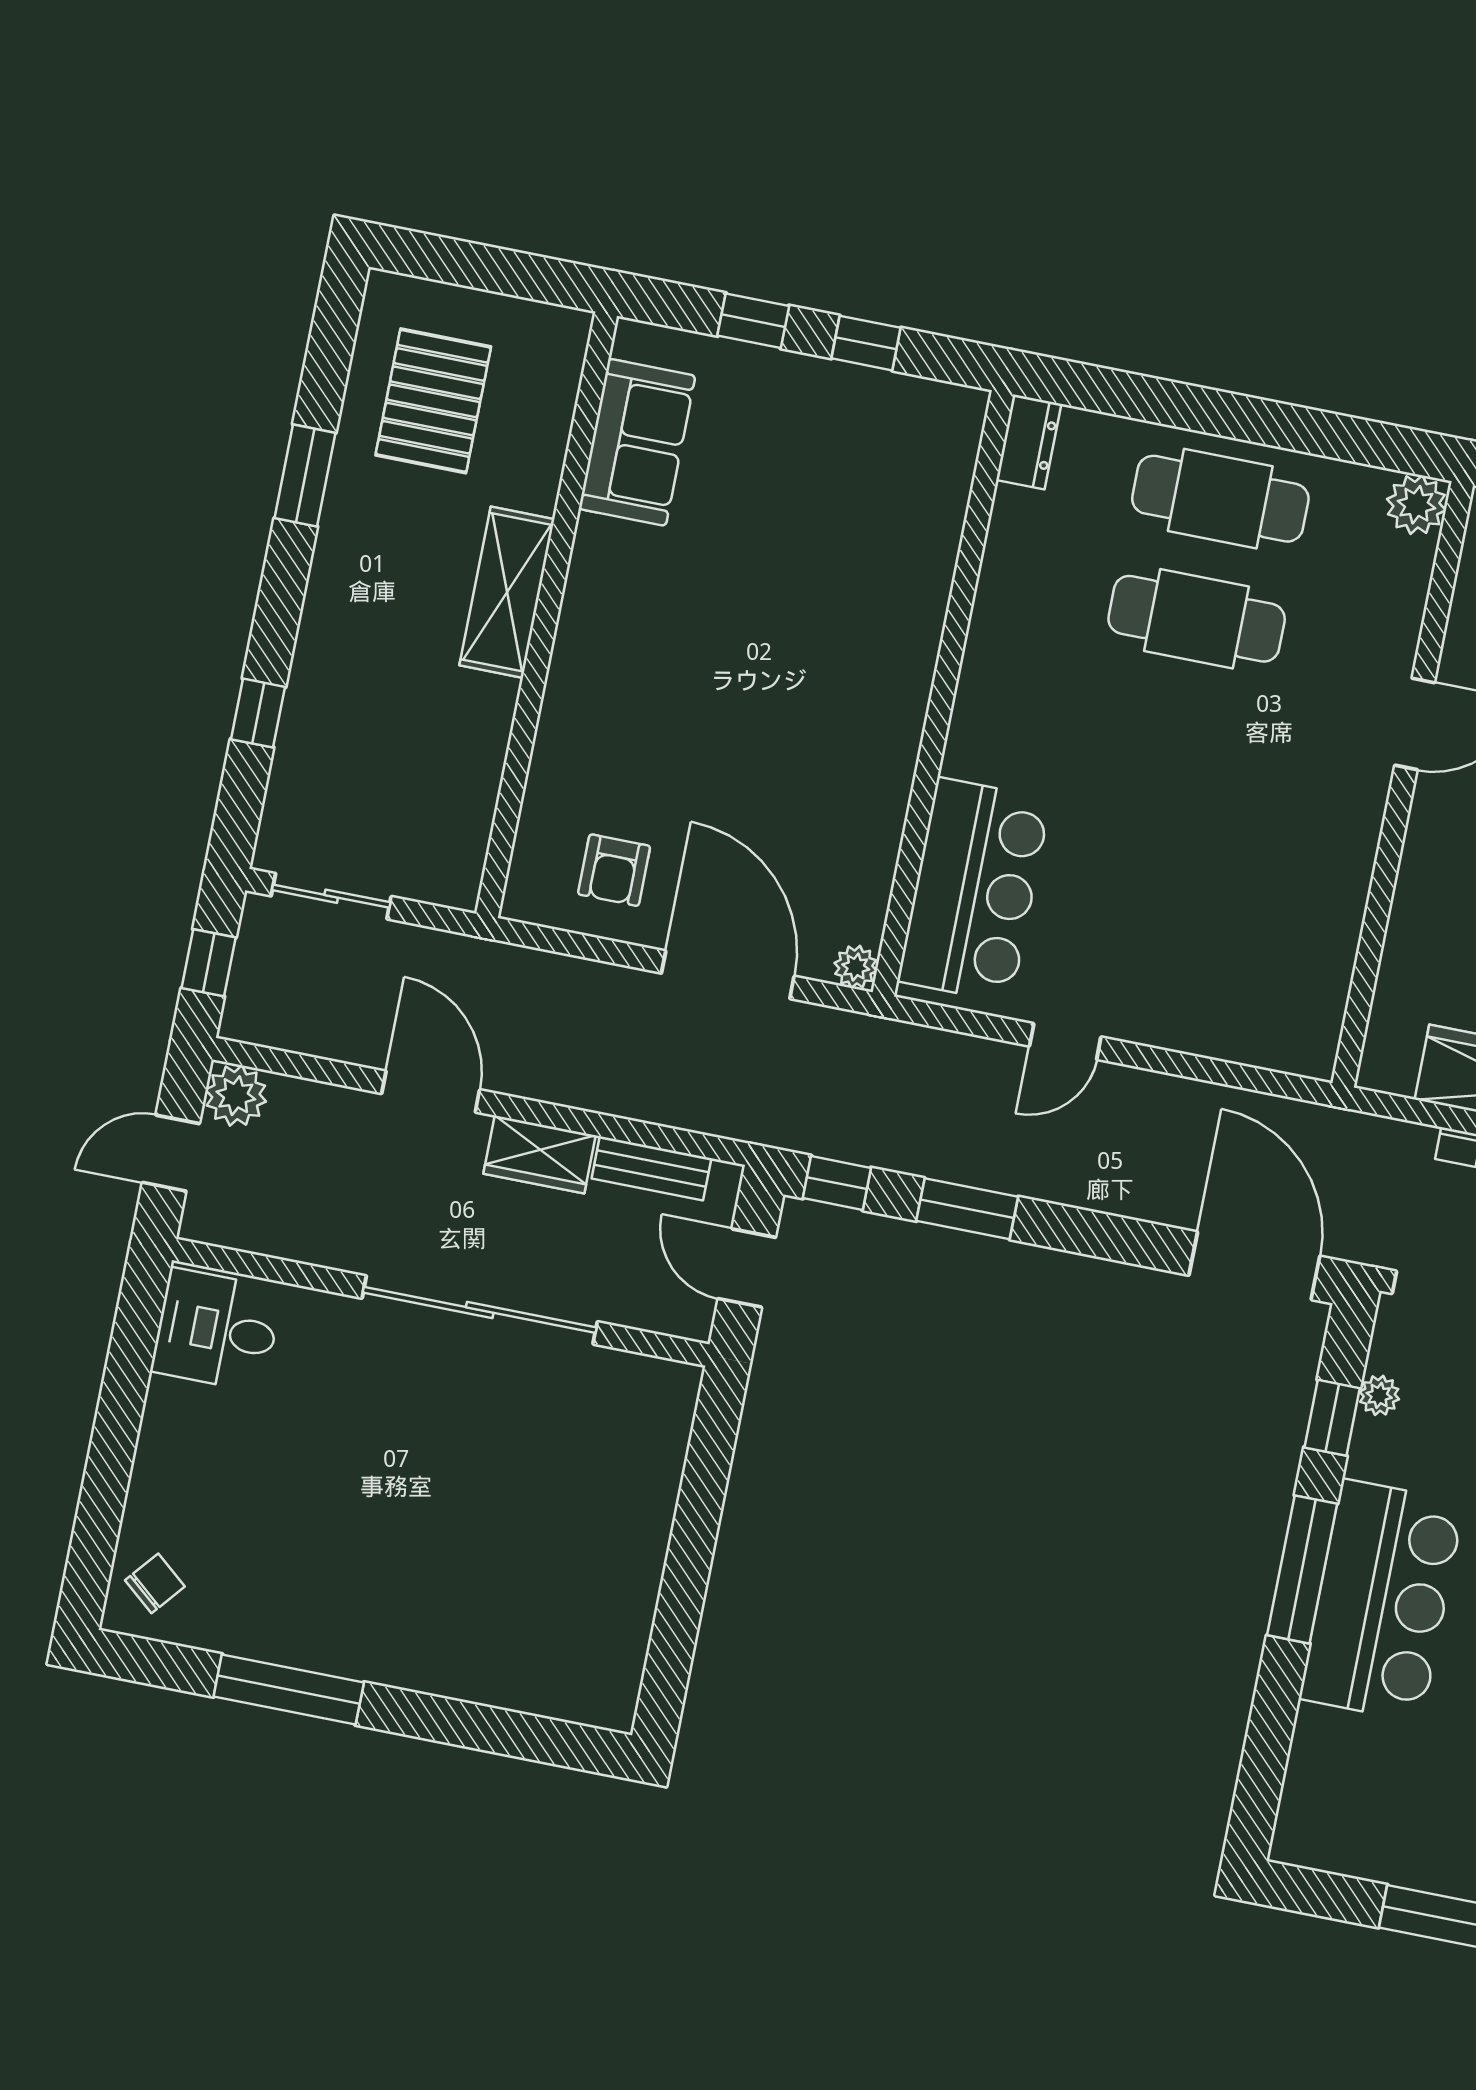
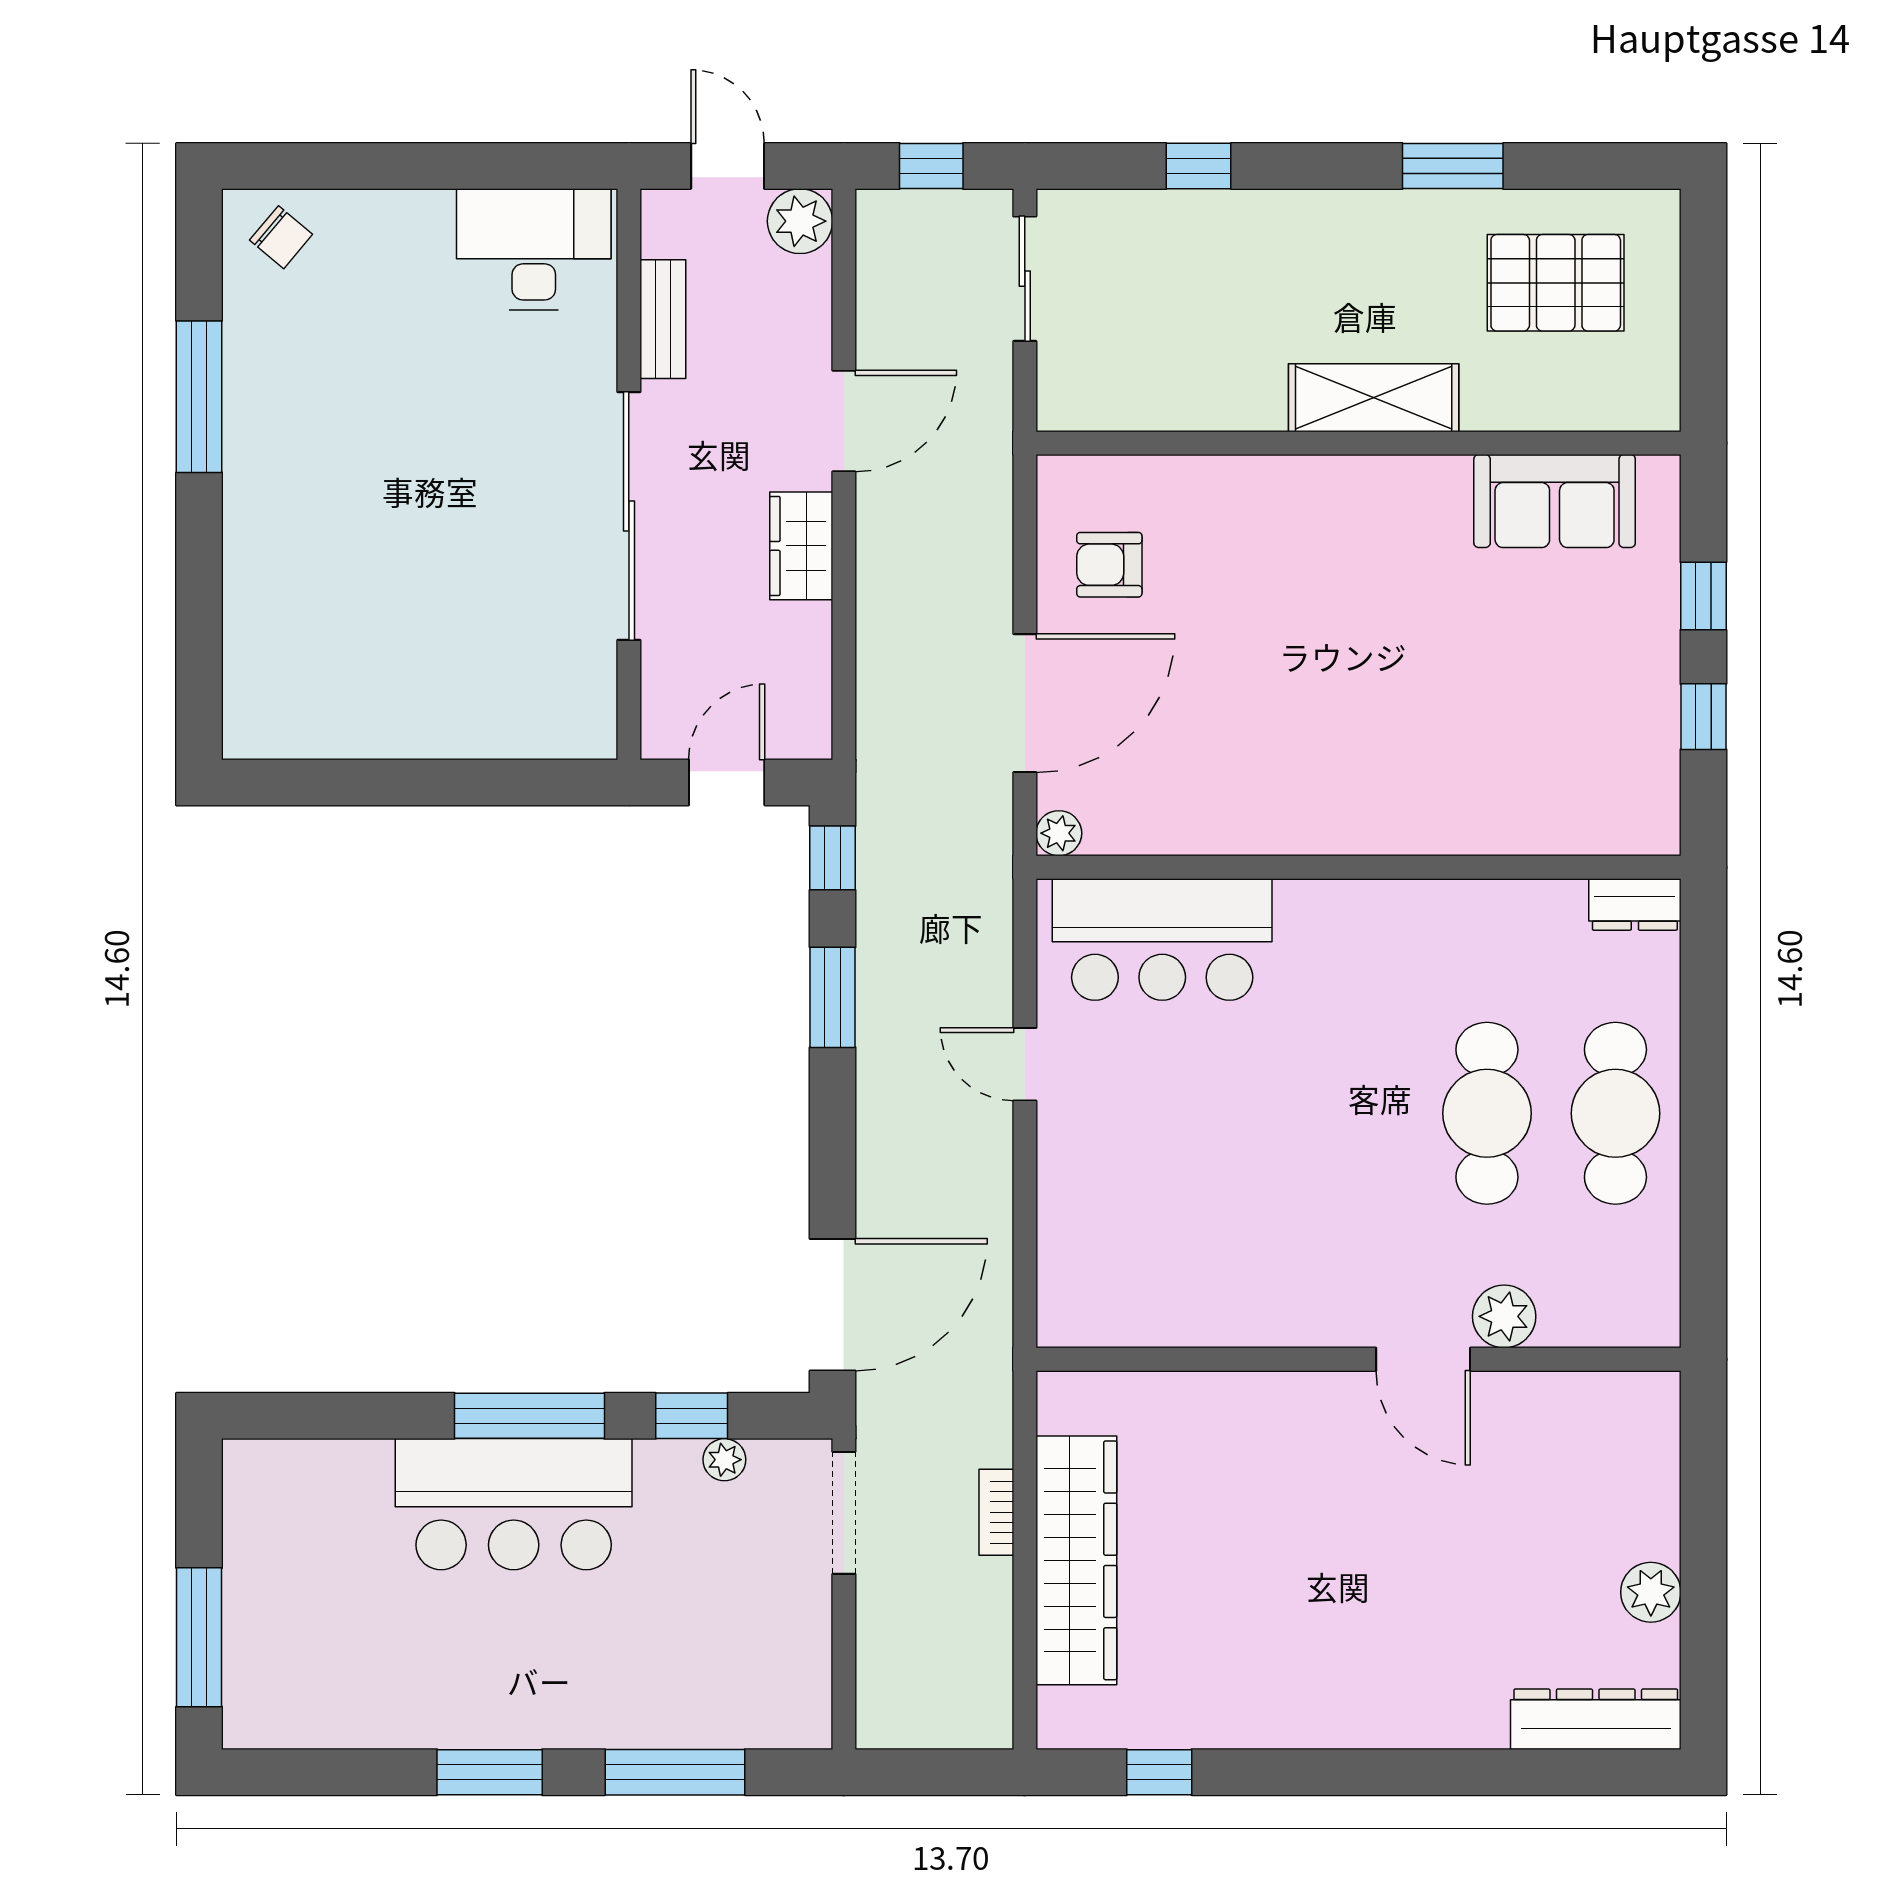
plant: (1416, 505) -> (1504, 1316), moved
bench: (651, 1168) -> (663, 319), moved
desk: (217, 1330) -> (534, 249), width x1.37

